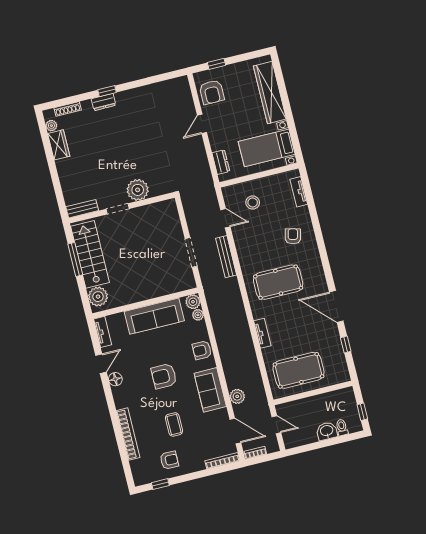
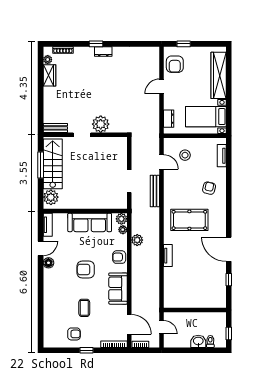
dresser: (103, 102) -> (103, 51), moved
pool table: (299, 370) -> (188, 290), removed
plant: (237, 396) -> (137, 240), moved
bookcase: (128, 434) -> (48, 307), removed
window: (160, 484) -> (86, 350), moved

